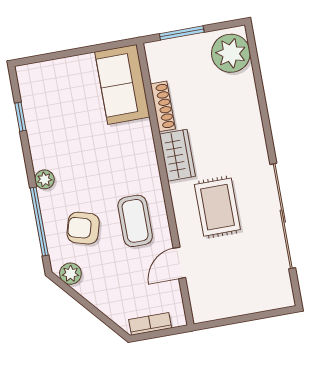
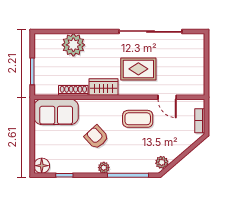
plant: (231, 53) -> (73, 45), moved
floor lamp: (29, 77) -> (42, 166), added
armchair: (83, 228) -> (96, 137), moved, turned 121

